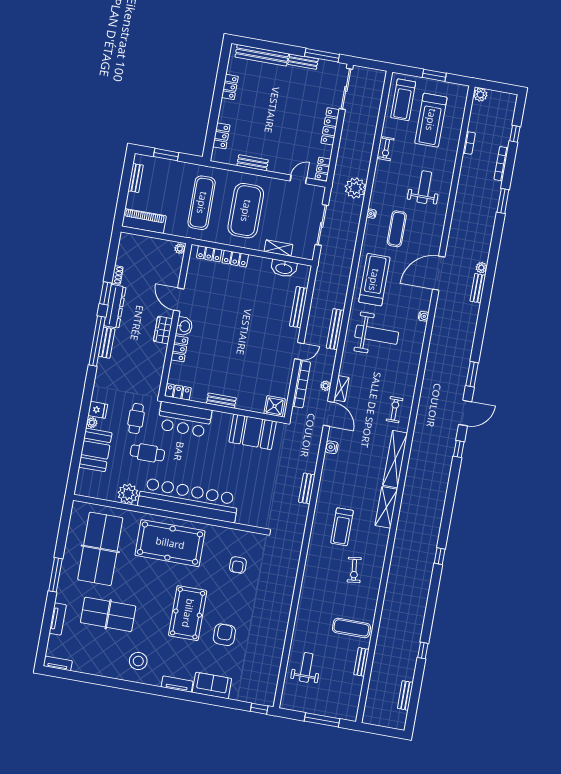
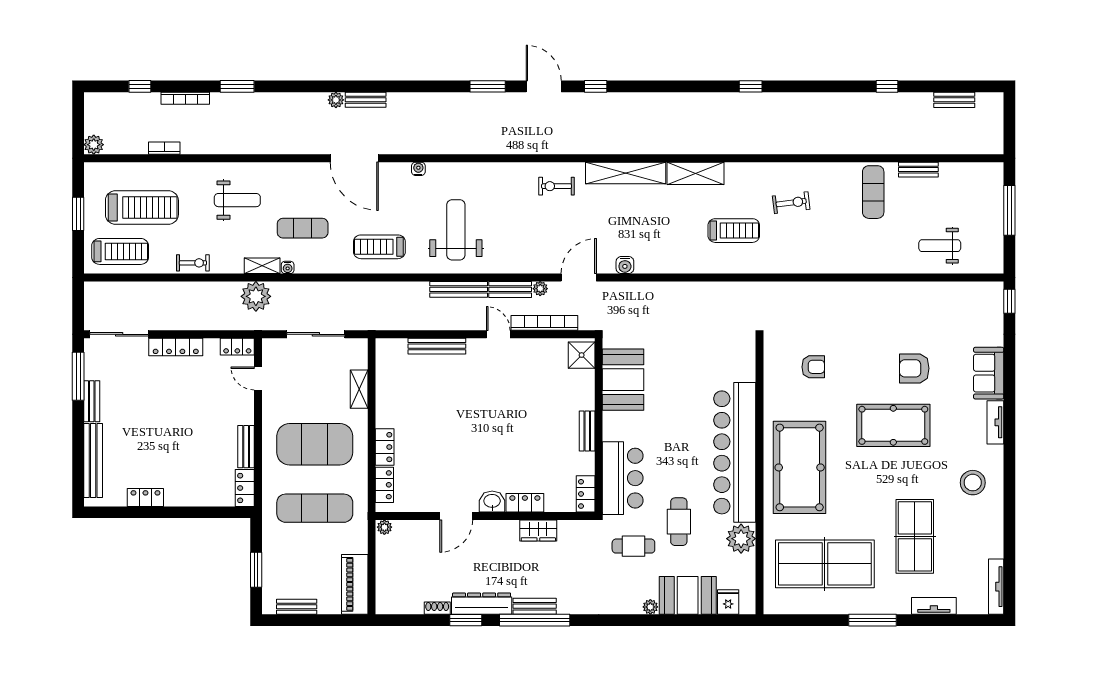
locker: (221, 136) -> (245, 488), moved, turned -90
weight bench: (424, 187) -> (237, 200), turned 180
washbasin: (284, 268) -> (386, 377), removed
treadmill: (374, 280) -> (379, 247), width x0.73, depth x0.73
wardrobe: (163, 330) -> (538, 530), moved
shelving: (341, 389) -> (262, 266), moved
fridge: (98, 410) -> (728, 602), moved
bench: (307, 488) -> (510, 289), moved
tv unit: (58, 663) -> (996, 587), width x1.41

